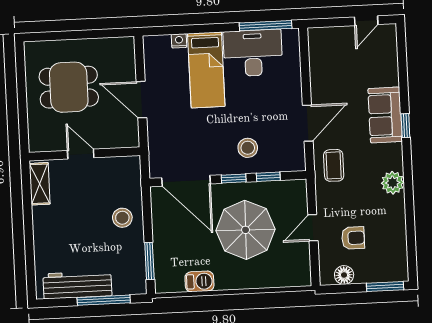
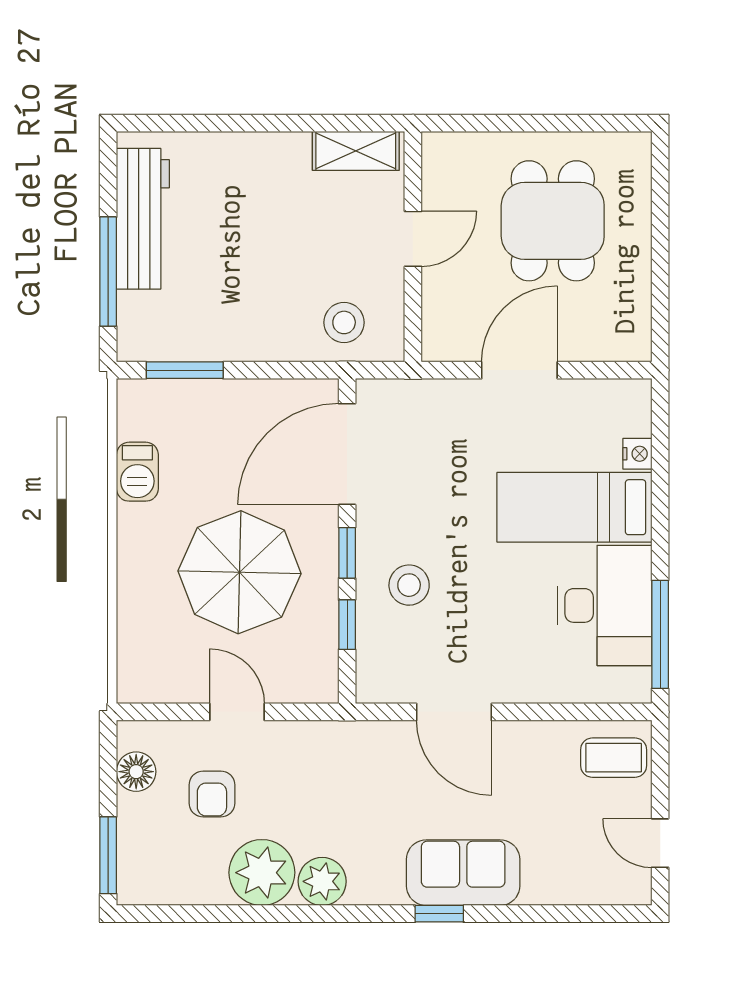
coffee table: (334, 165) -> (614, 758), moved
plant: (390, 212) -> (262, 873), added
stool: (122, 218) -> (344, 322), moved

